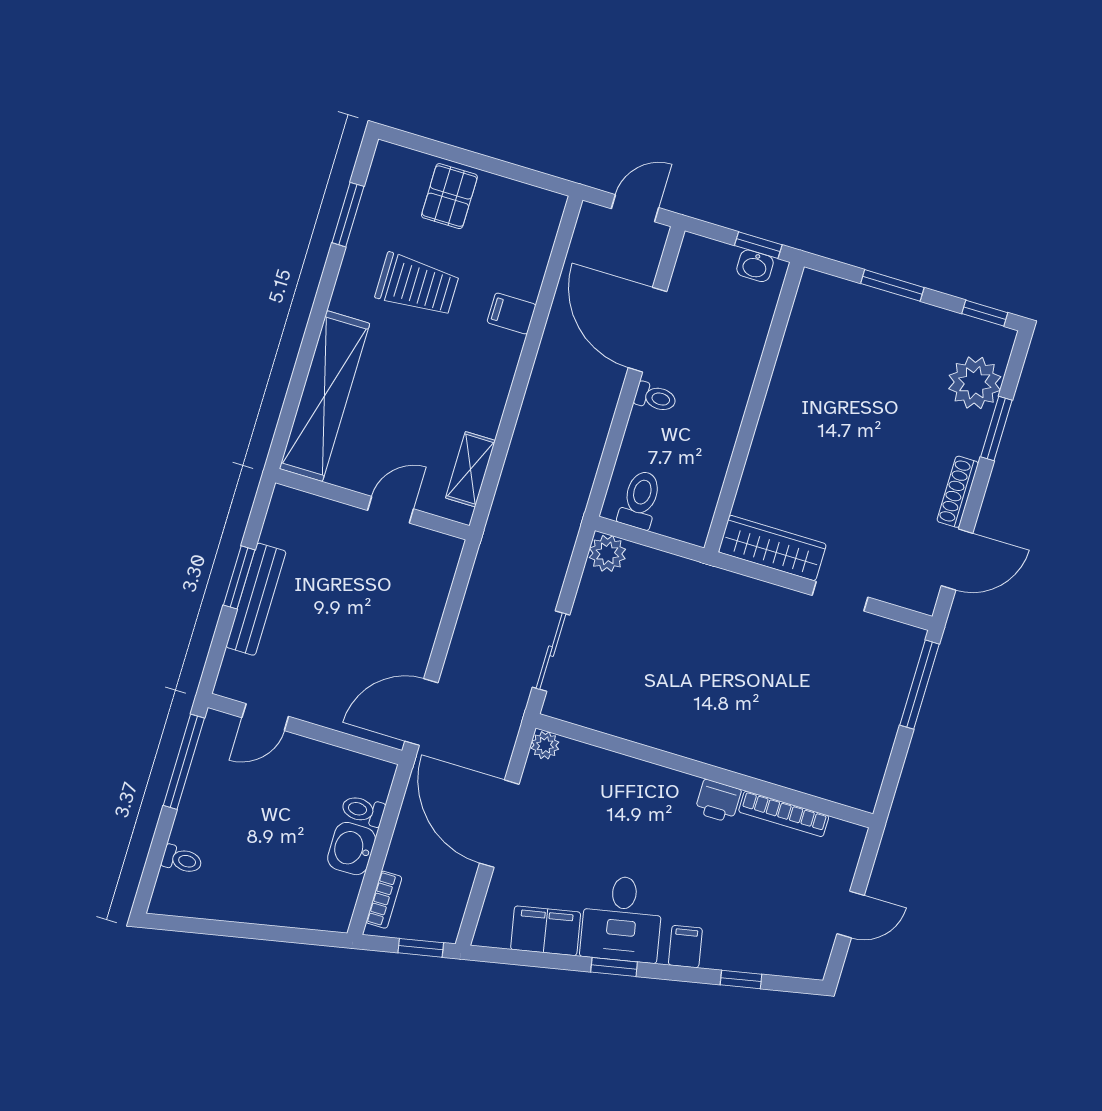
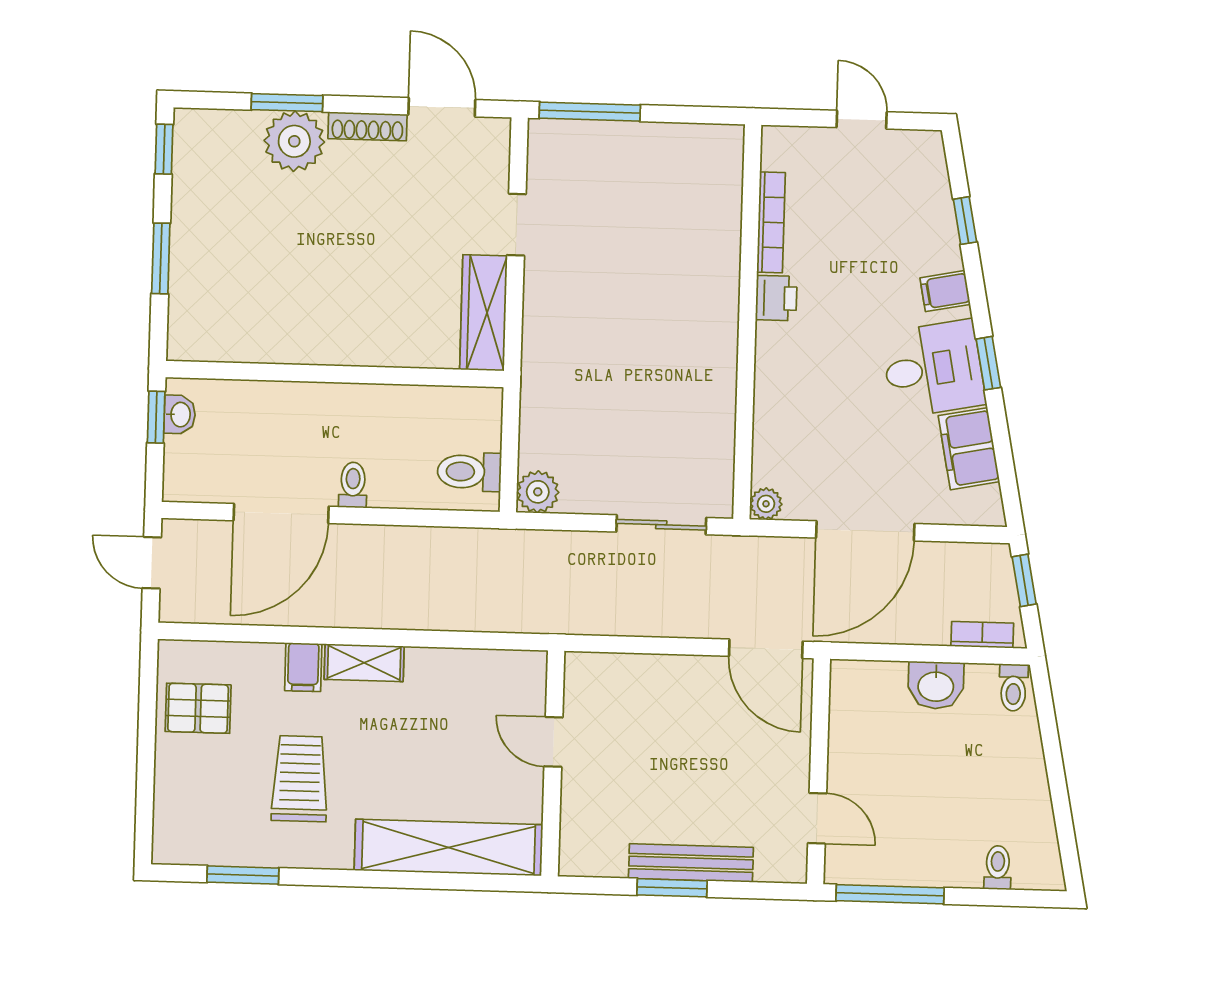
pallet: (449, 196) -> (198, 708), moved
plant: (975, 383) -> (294, 141), moved
shelving: (470, 469) -> (364, 663), moved
toilet: (363, 810) -> (1013, 688), moved

